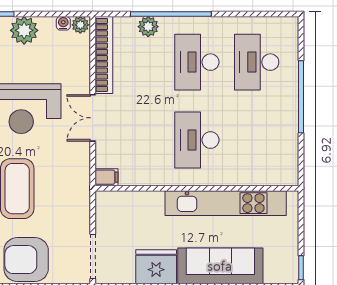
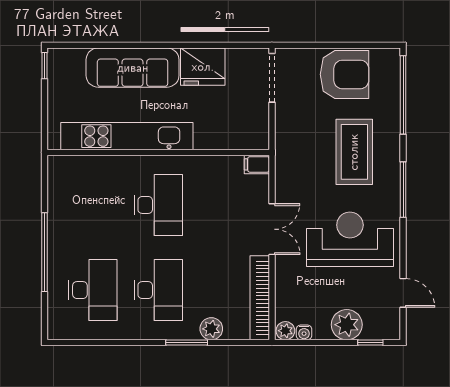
window: (171, 14) -> (187, 343), width x0.47

